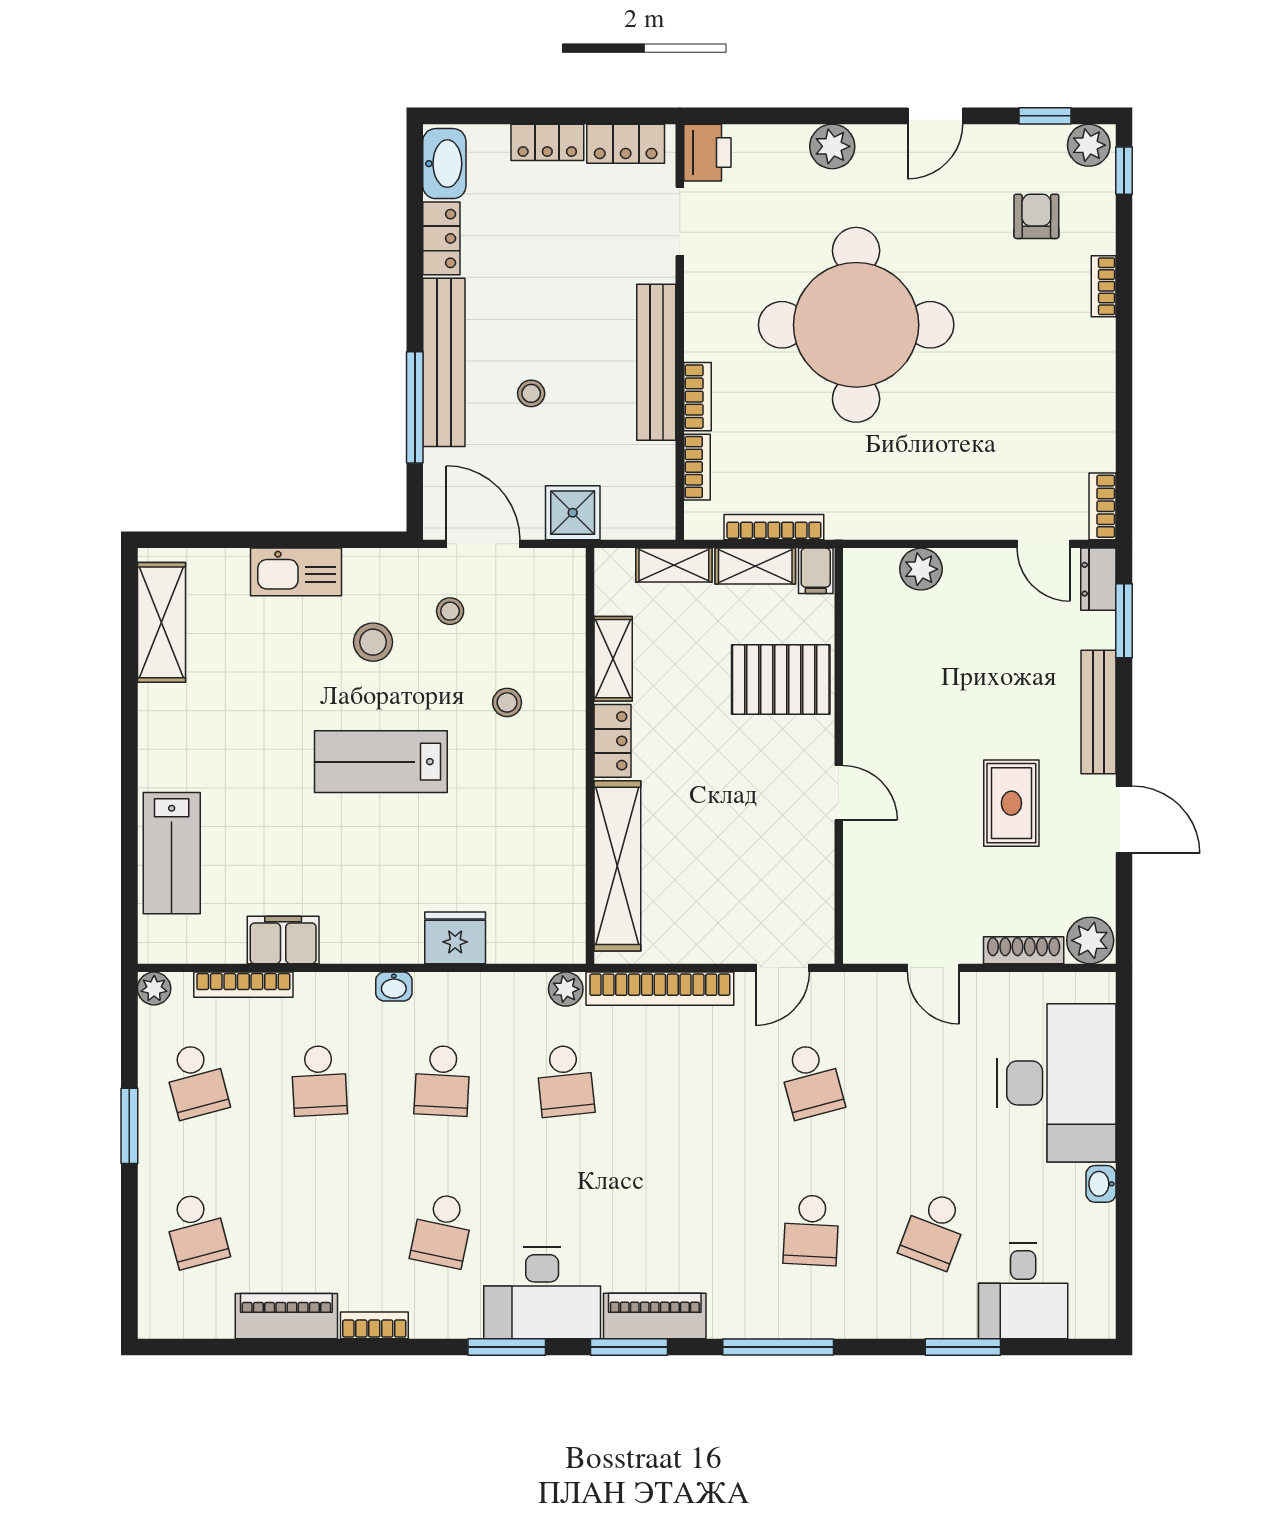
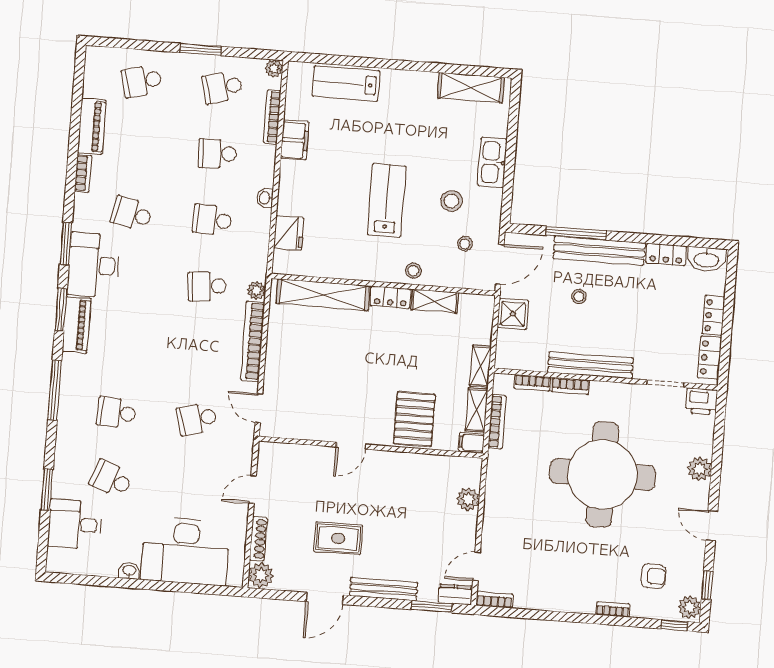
shelving: (613, 659) -> (435, 301), moved
locker: (613, 741) -> (390, 297), moved
wall: (590, 756) -> (383, 285), moved
shelving: (617, 866) -> (323, 295), moved

